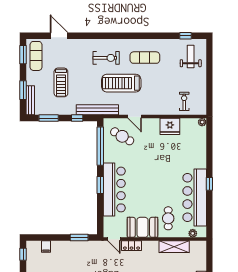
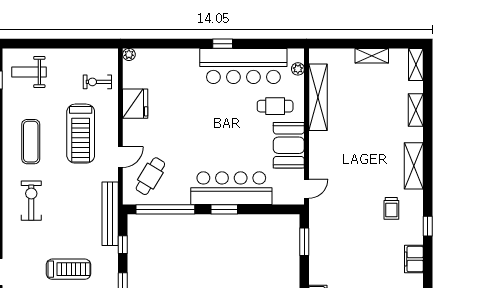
treadmill: (121, 83) -> (81, 134), moved
locker: (132, 246) -> (316, 162), removed
shelving: (174, 247) -> (318, 97), width x1.47

